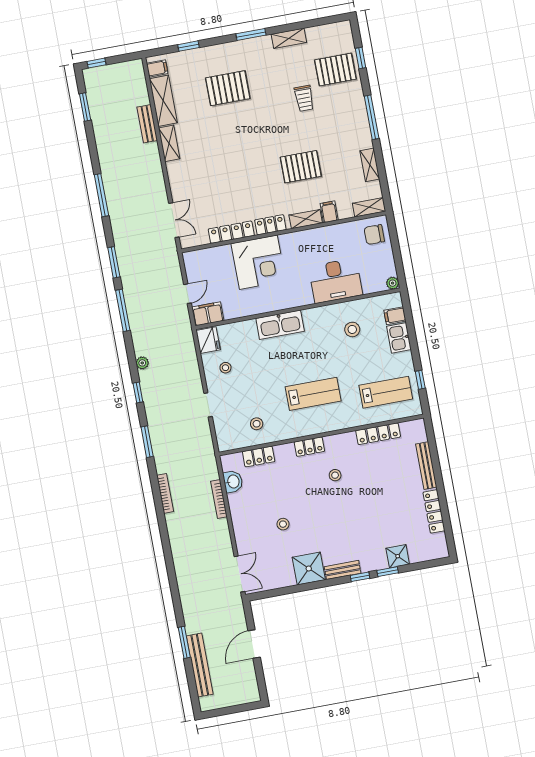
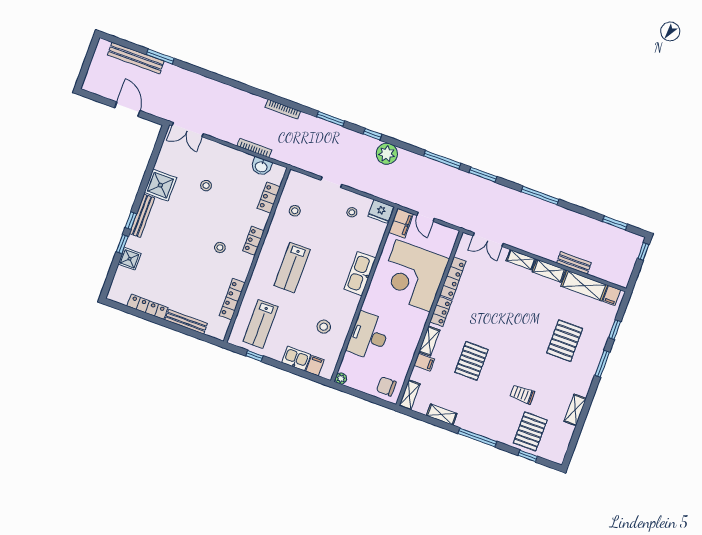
window: (251, 34) -> (602, 364), moved
shelving: (175, 177) -> (521, 260), added
chair: (374, 235) -> (386, 386), turned -90
corner desk: (258, 262) -> (413, 276), width x1.36, depth x1.36
plant: (142, 363) -> (387, 154), width x1.87, depth x1.87
bench: (343, 570) -> (142, 216), width x1.36

